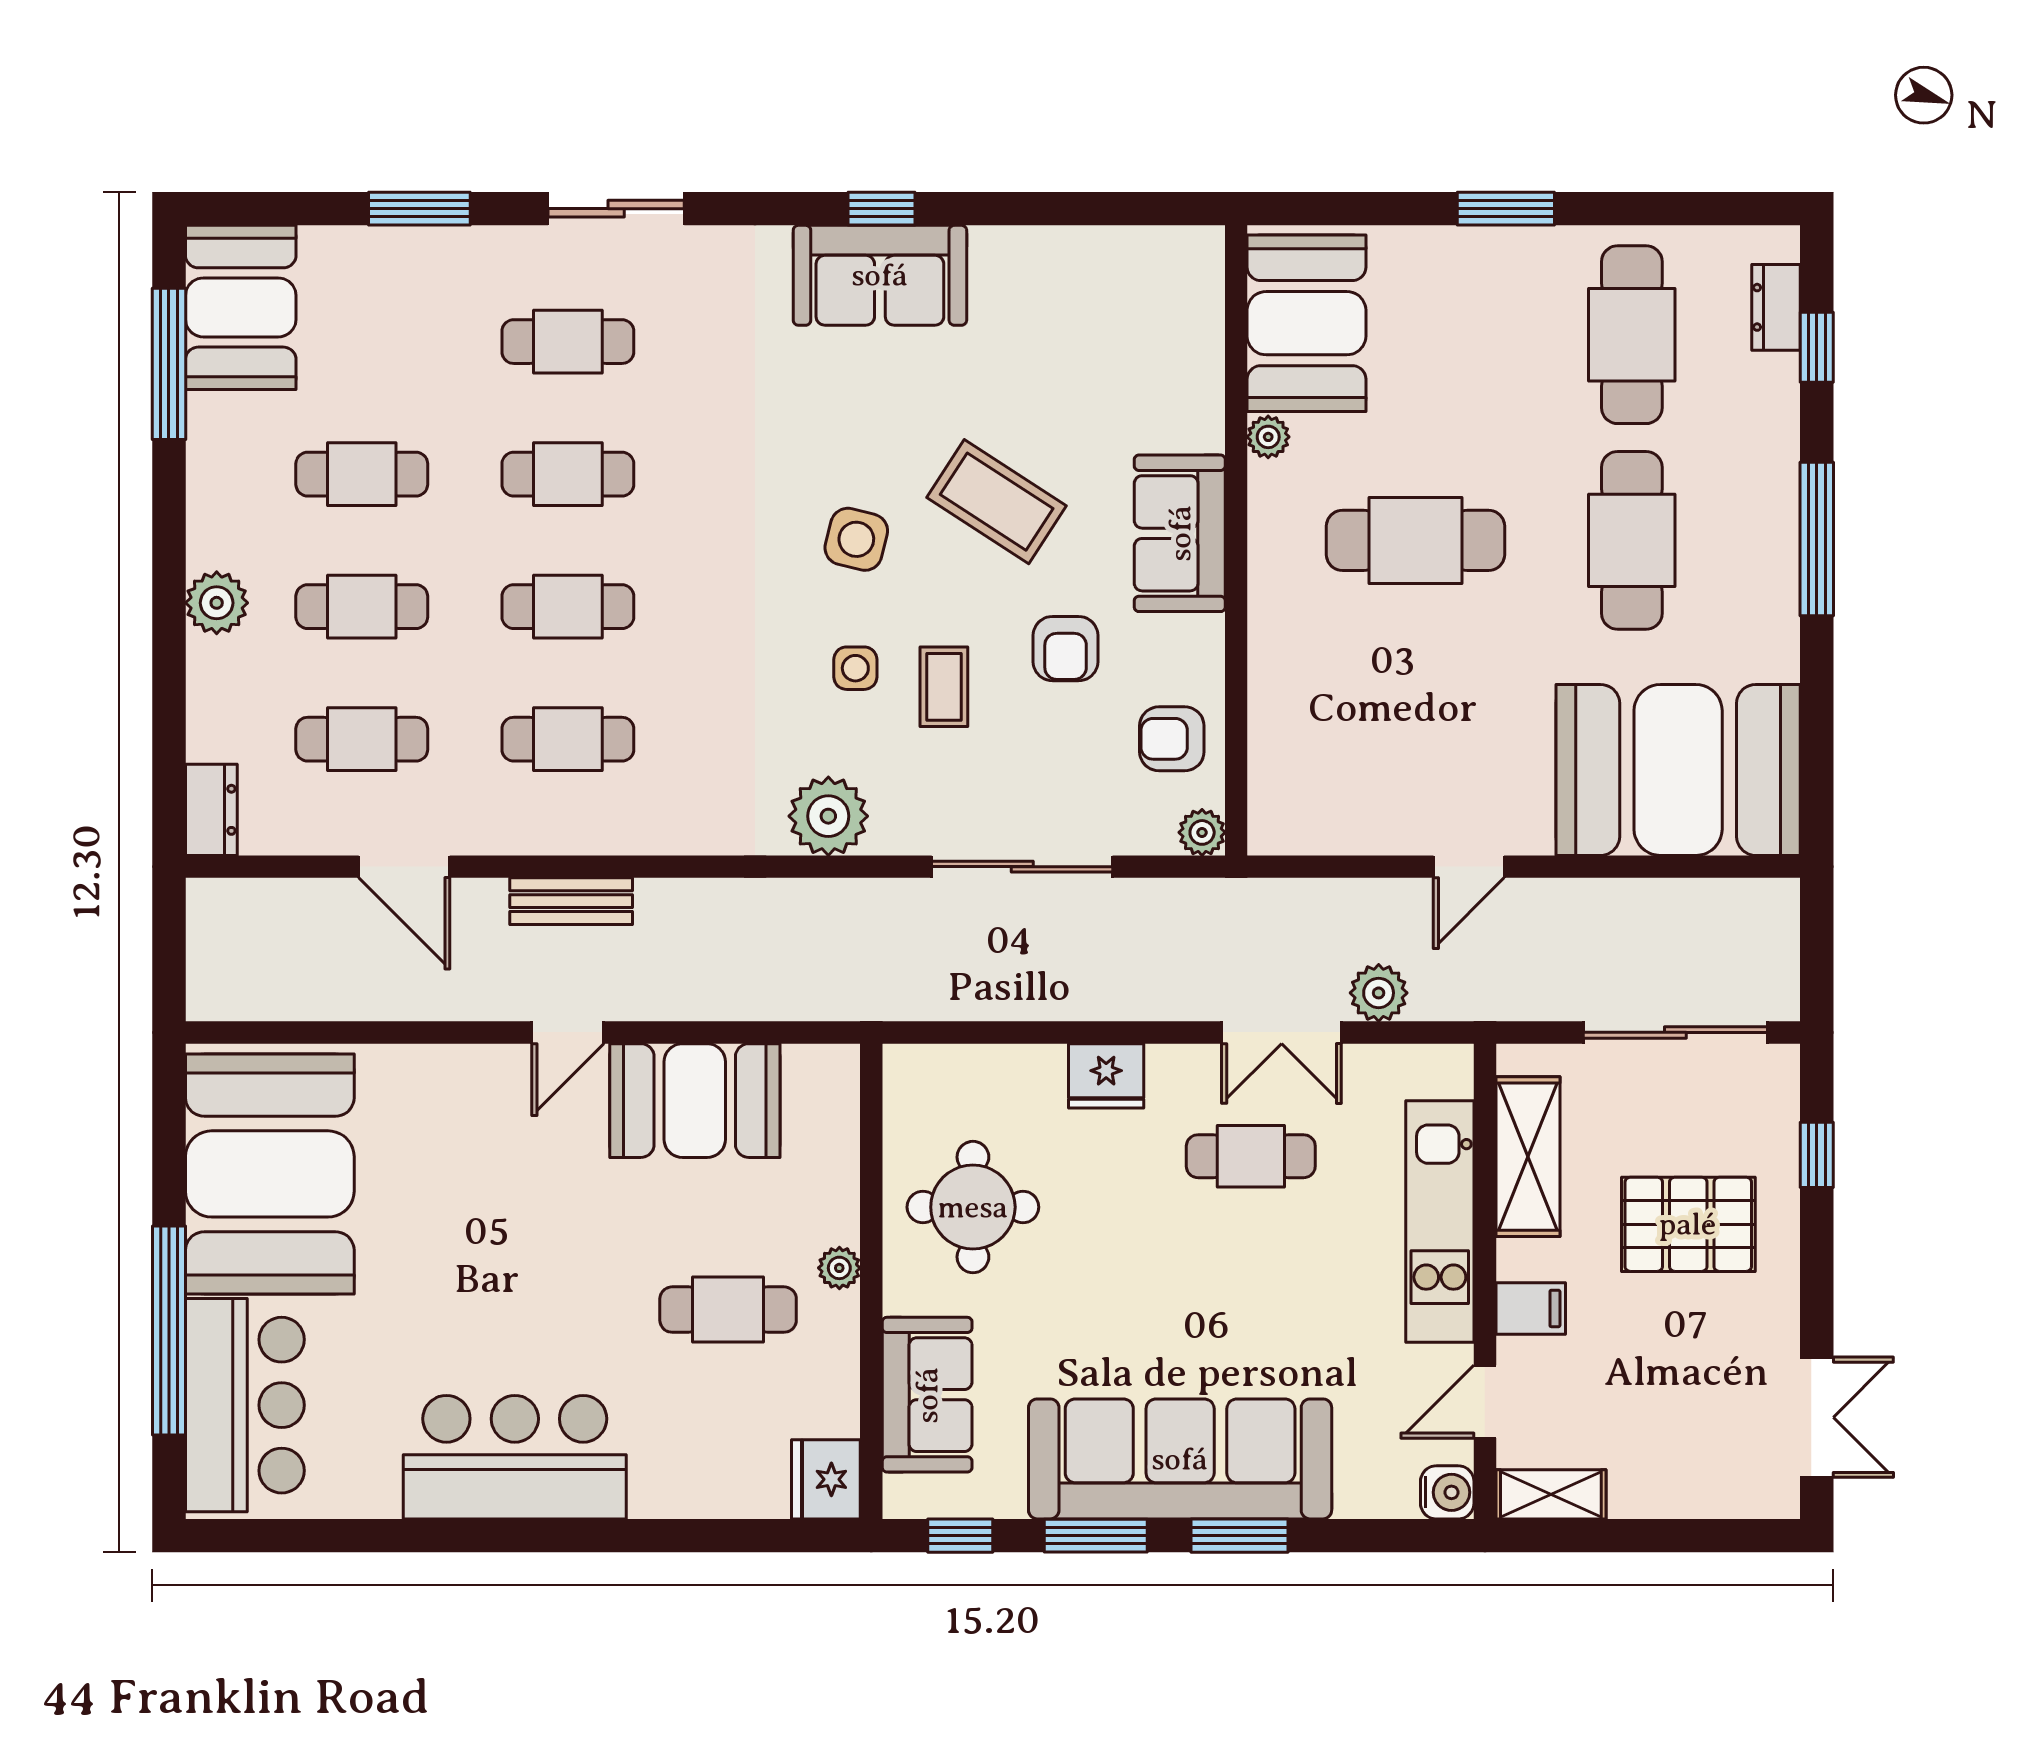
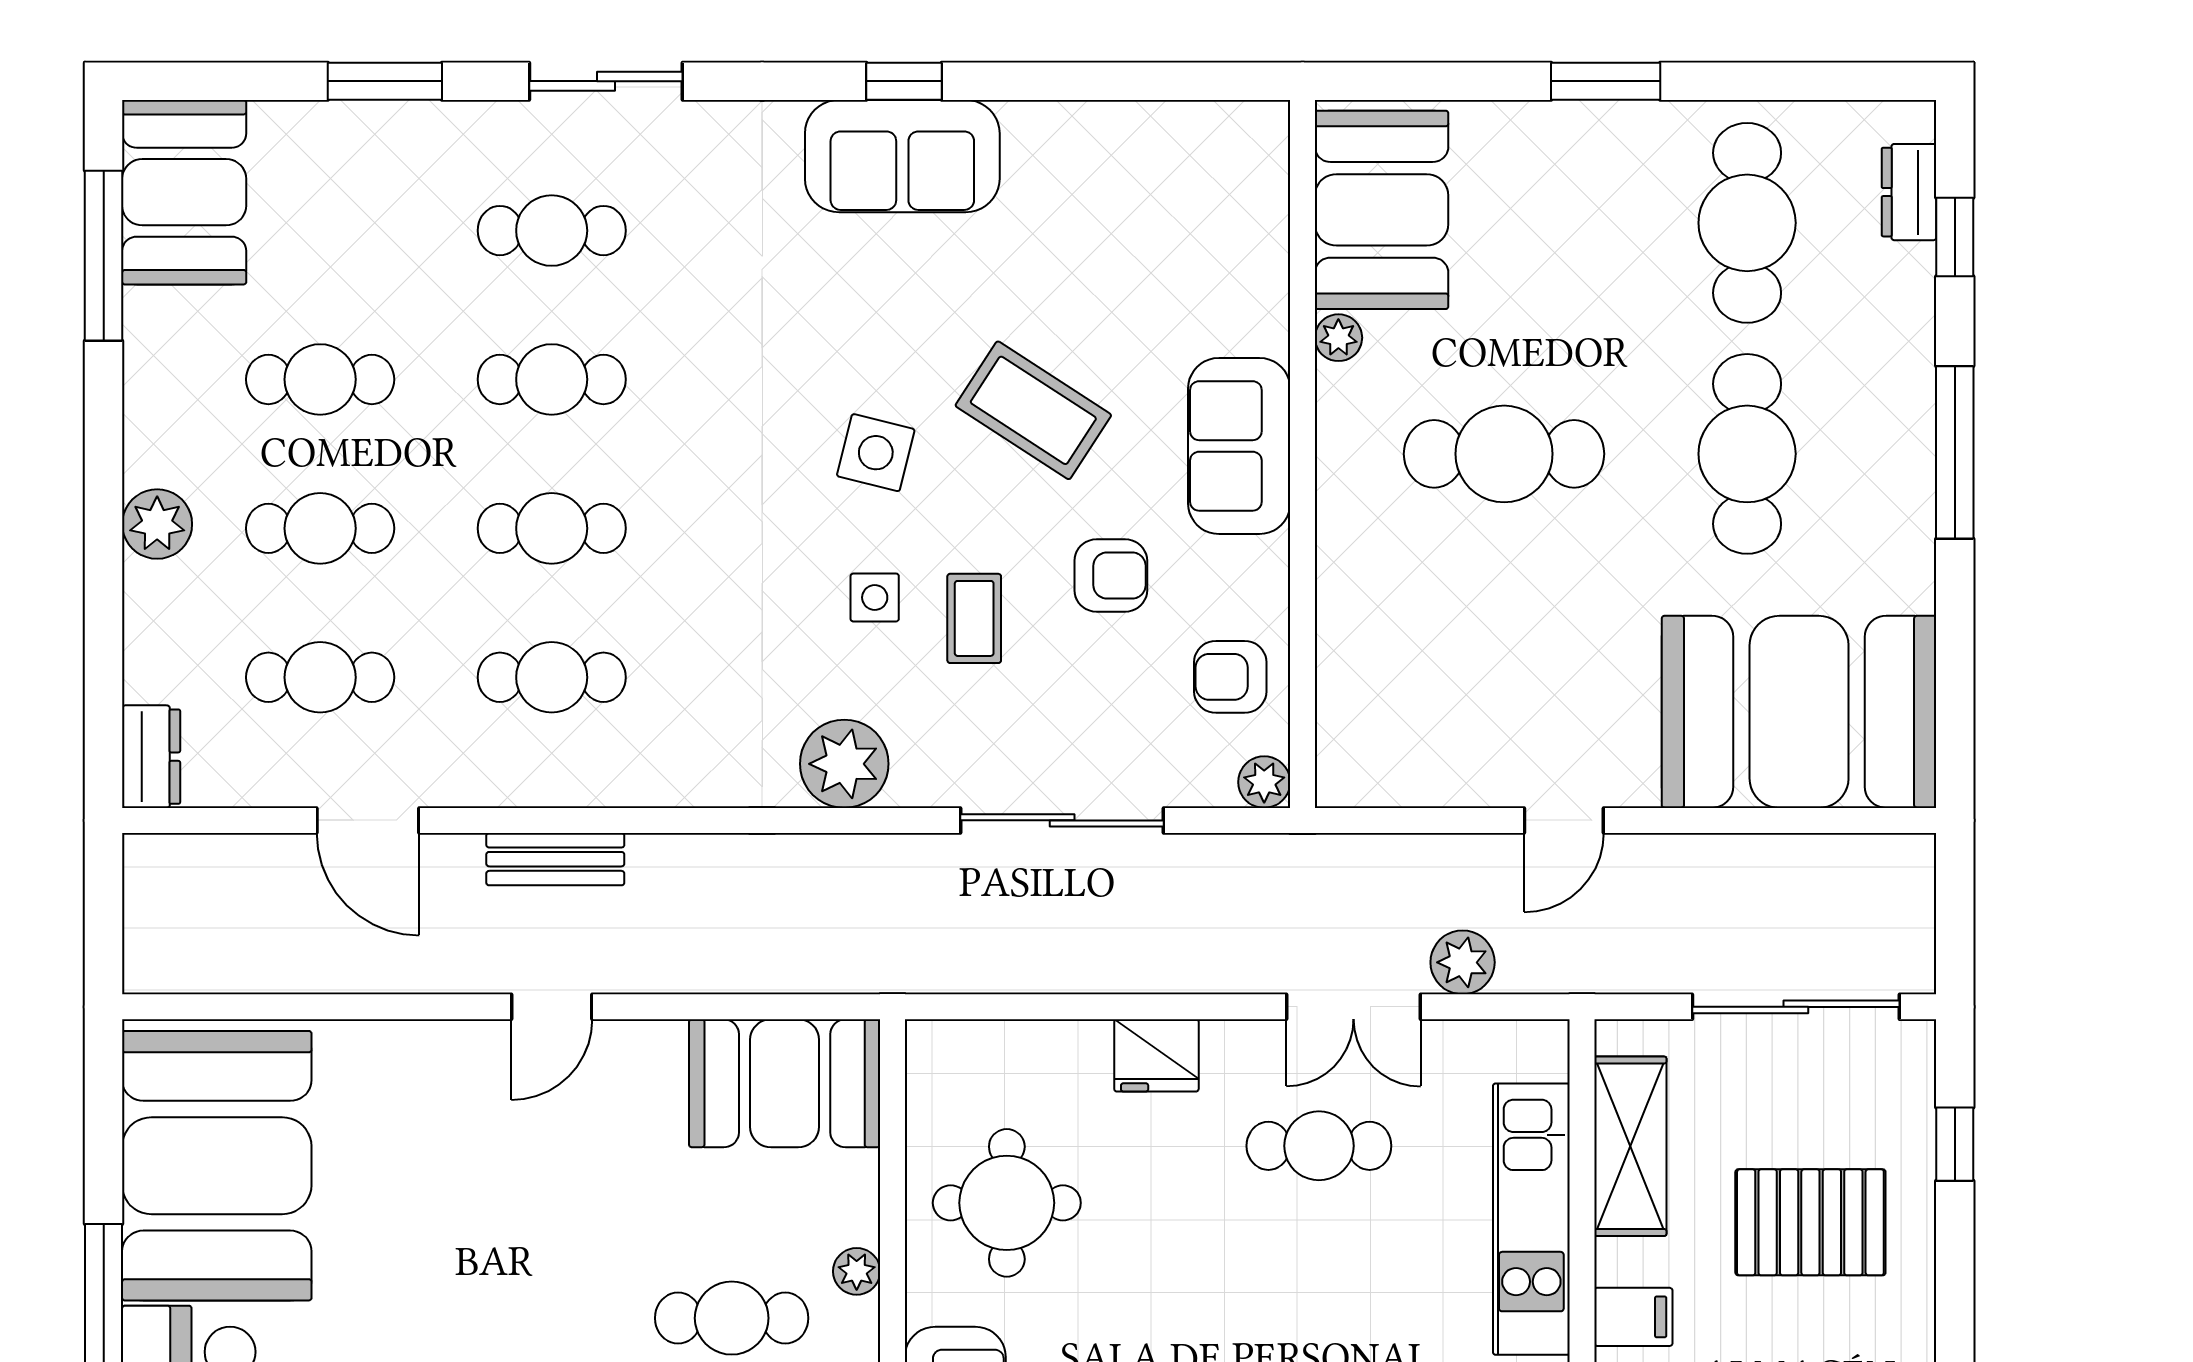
armchair: (1066, 649) -> (1111, 576), turned -90
booth: (695, 1101) -> (785, 1083), moved

